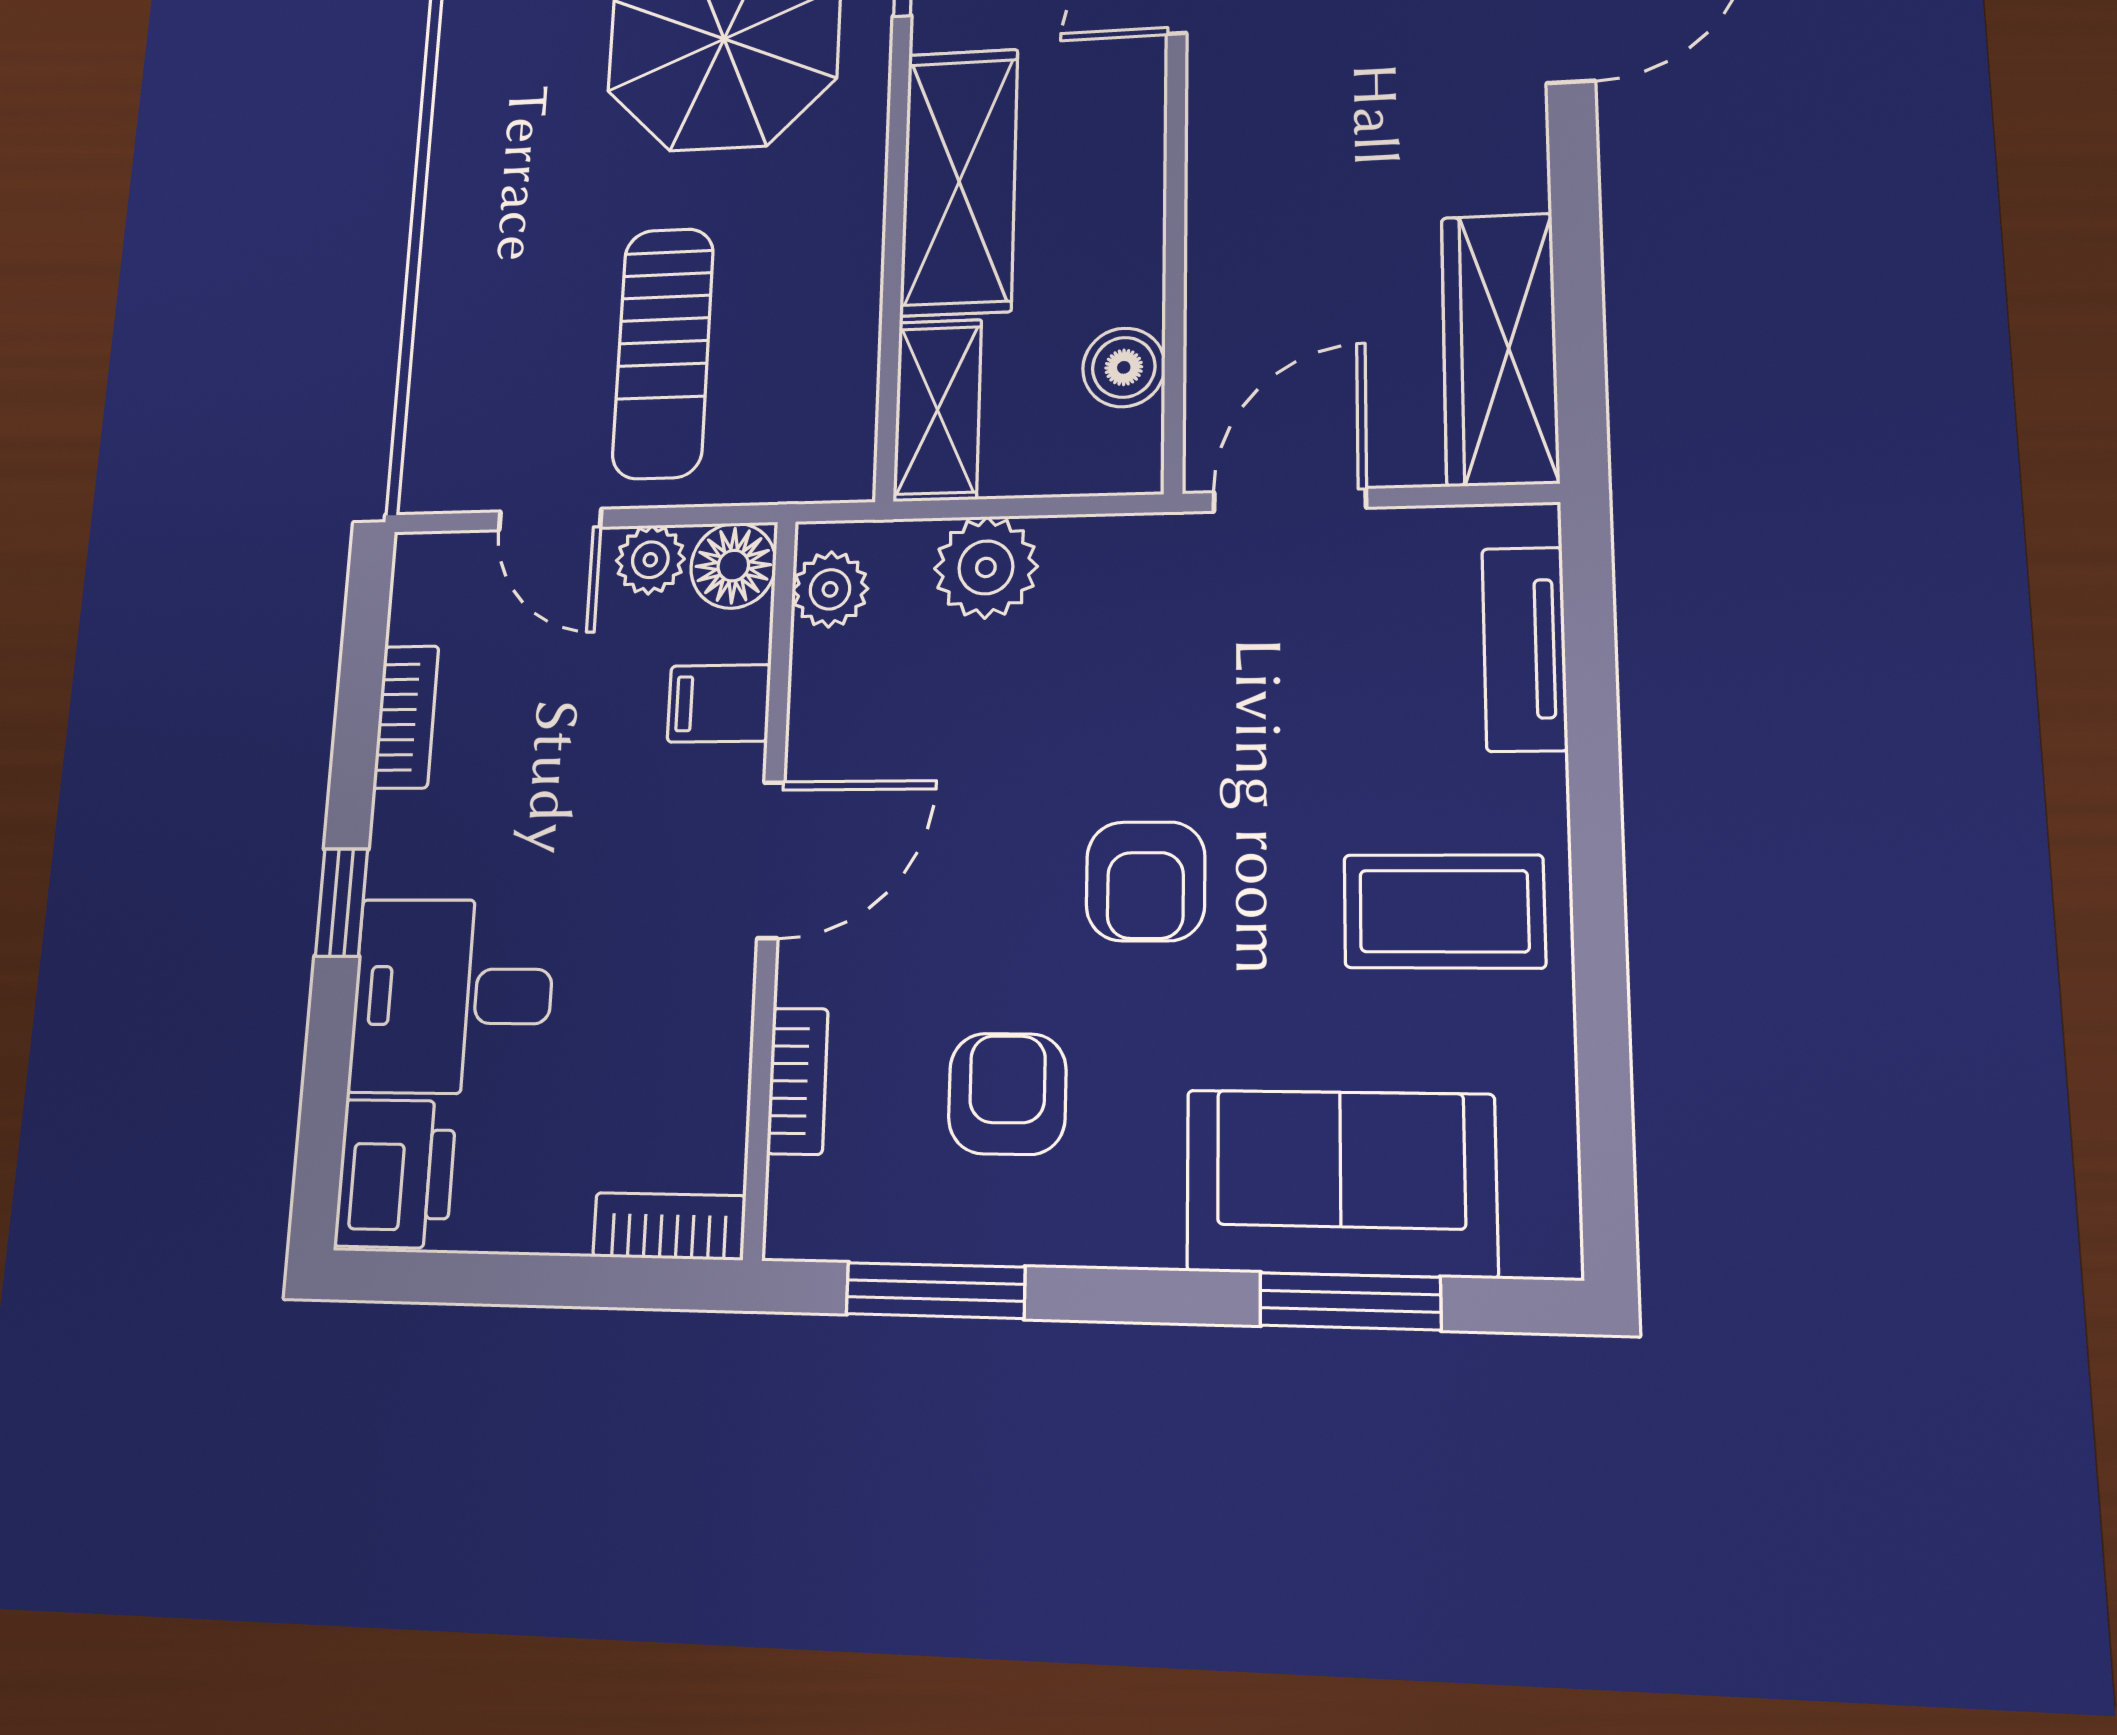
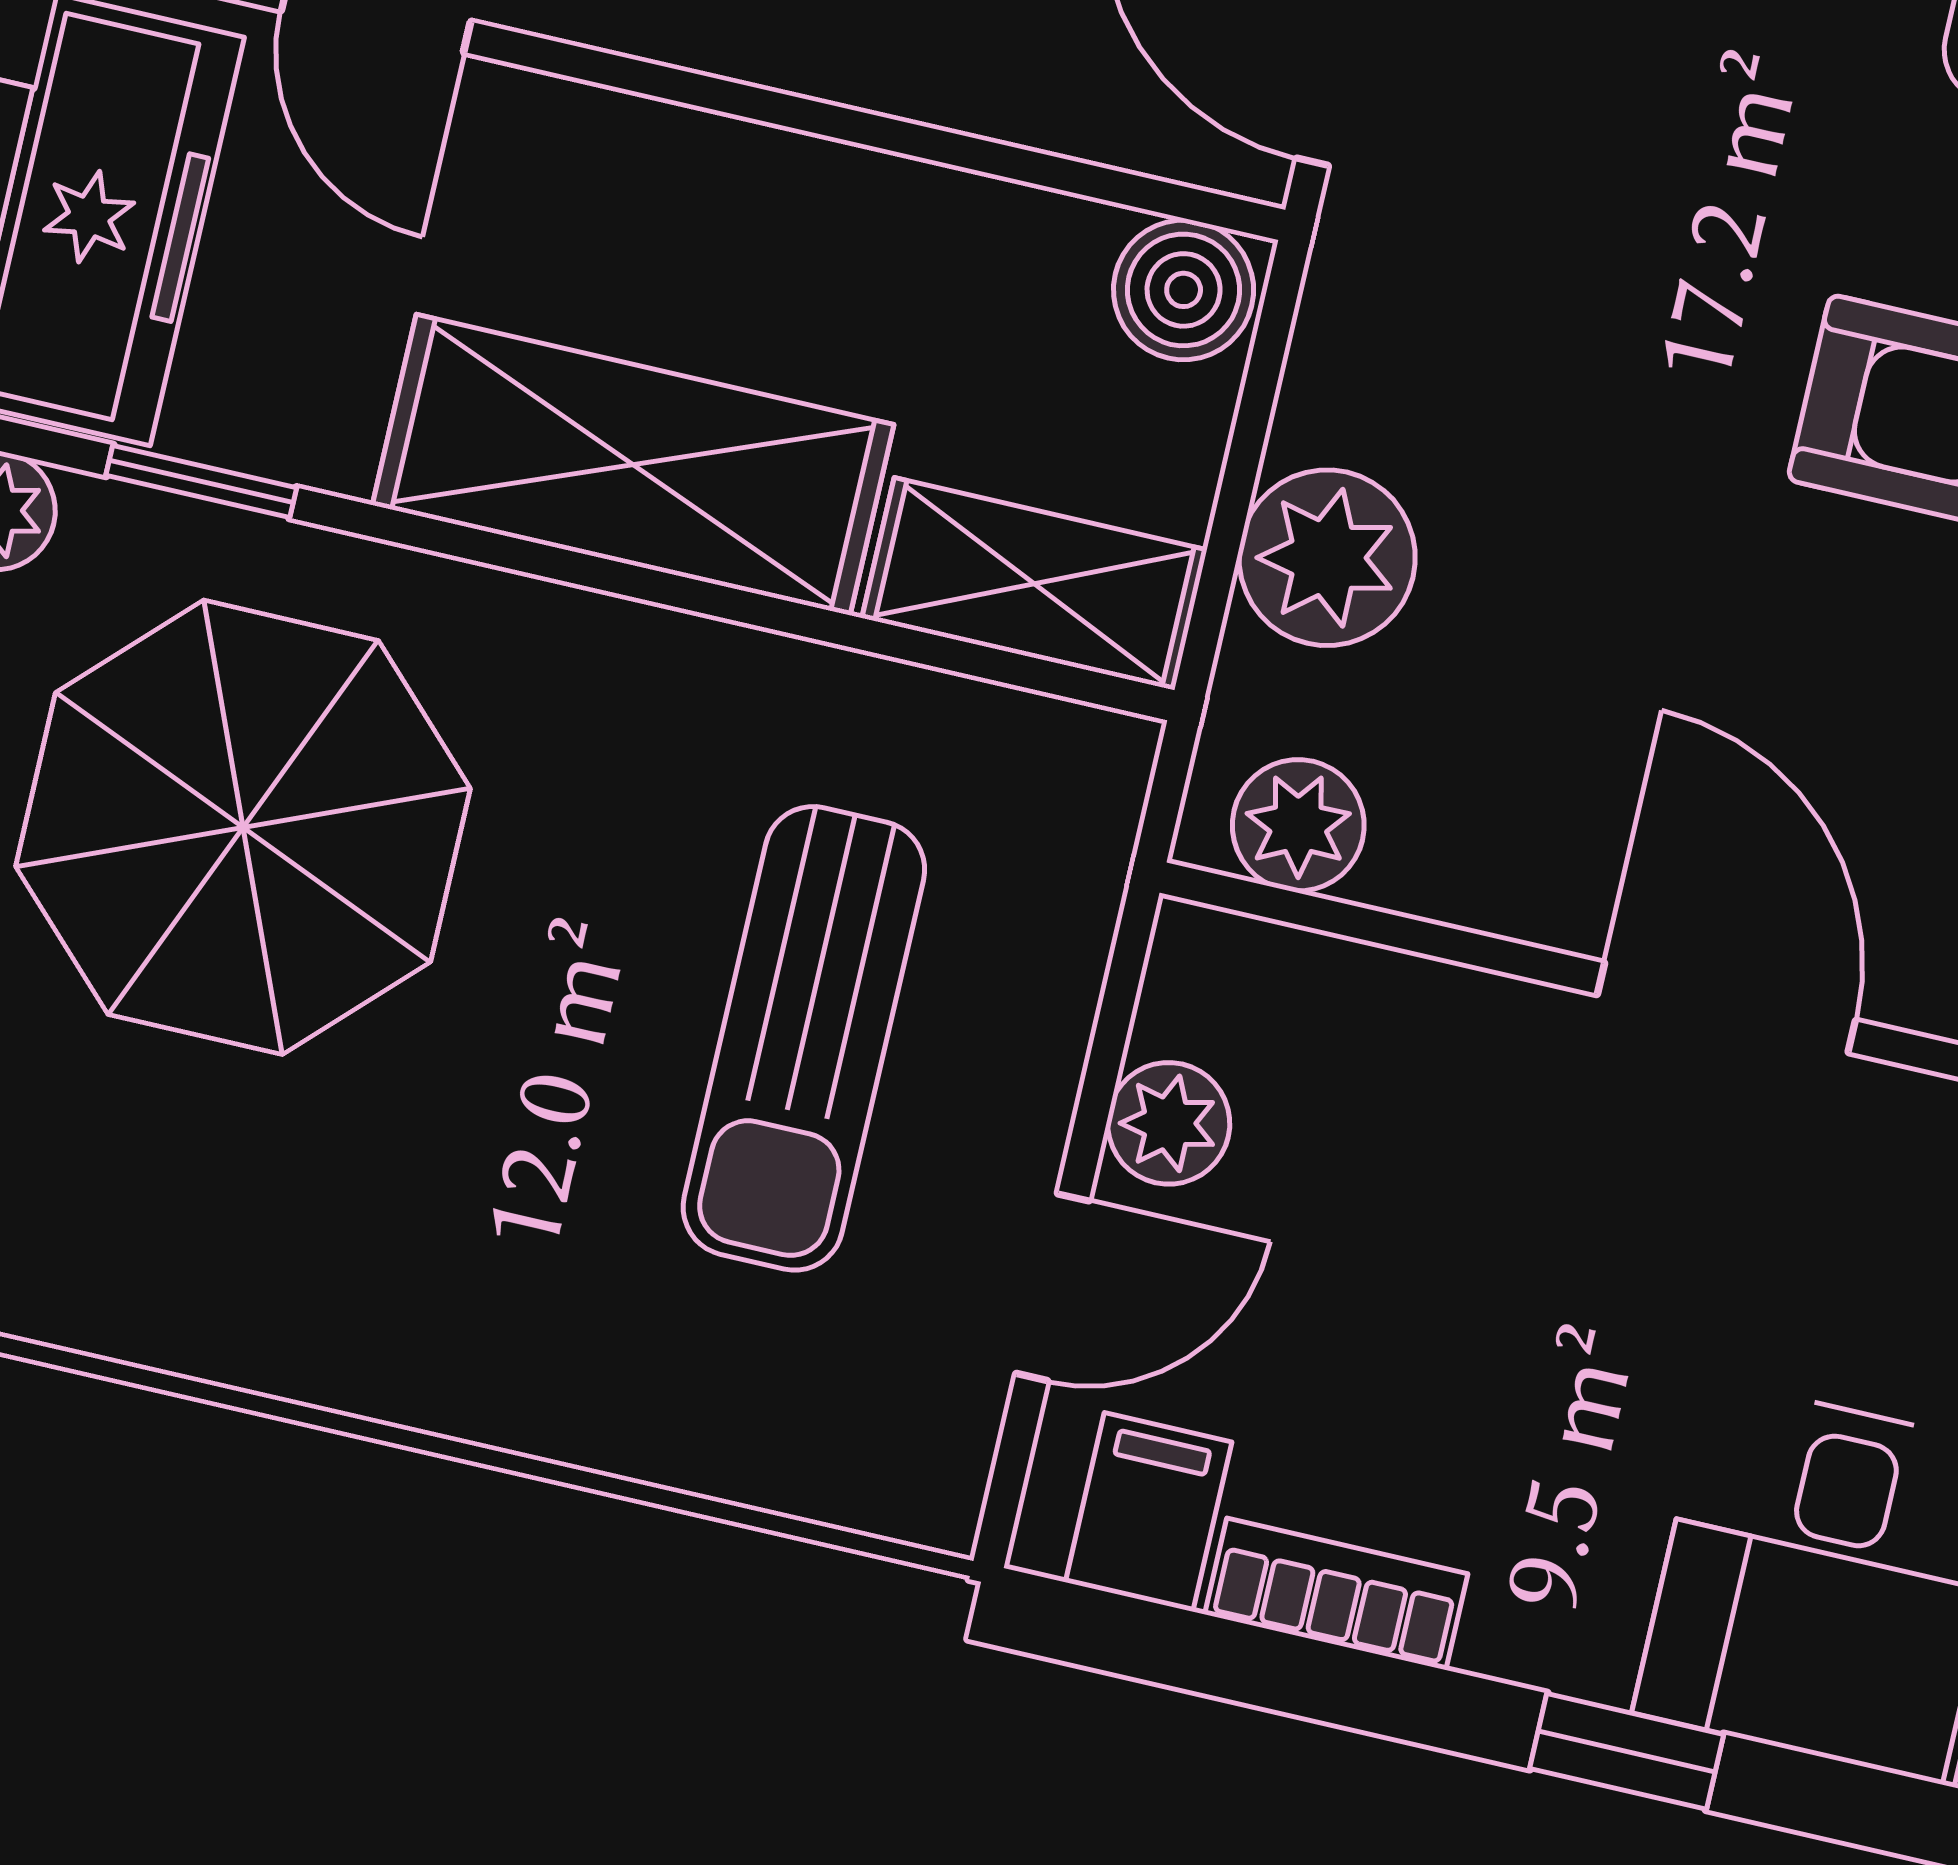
sun lounger: (663, 353) -> (804, 1038), turned 90
boiler: (1124, 367) -> (1184, 290), moved
floor lamp: (733, 566) -> (1216, 982), removed
filing cabinet: (719, 703) -> (1149, 1512), moved, turned 180

